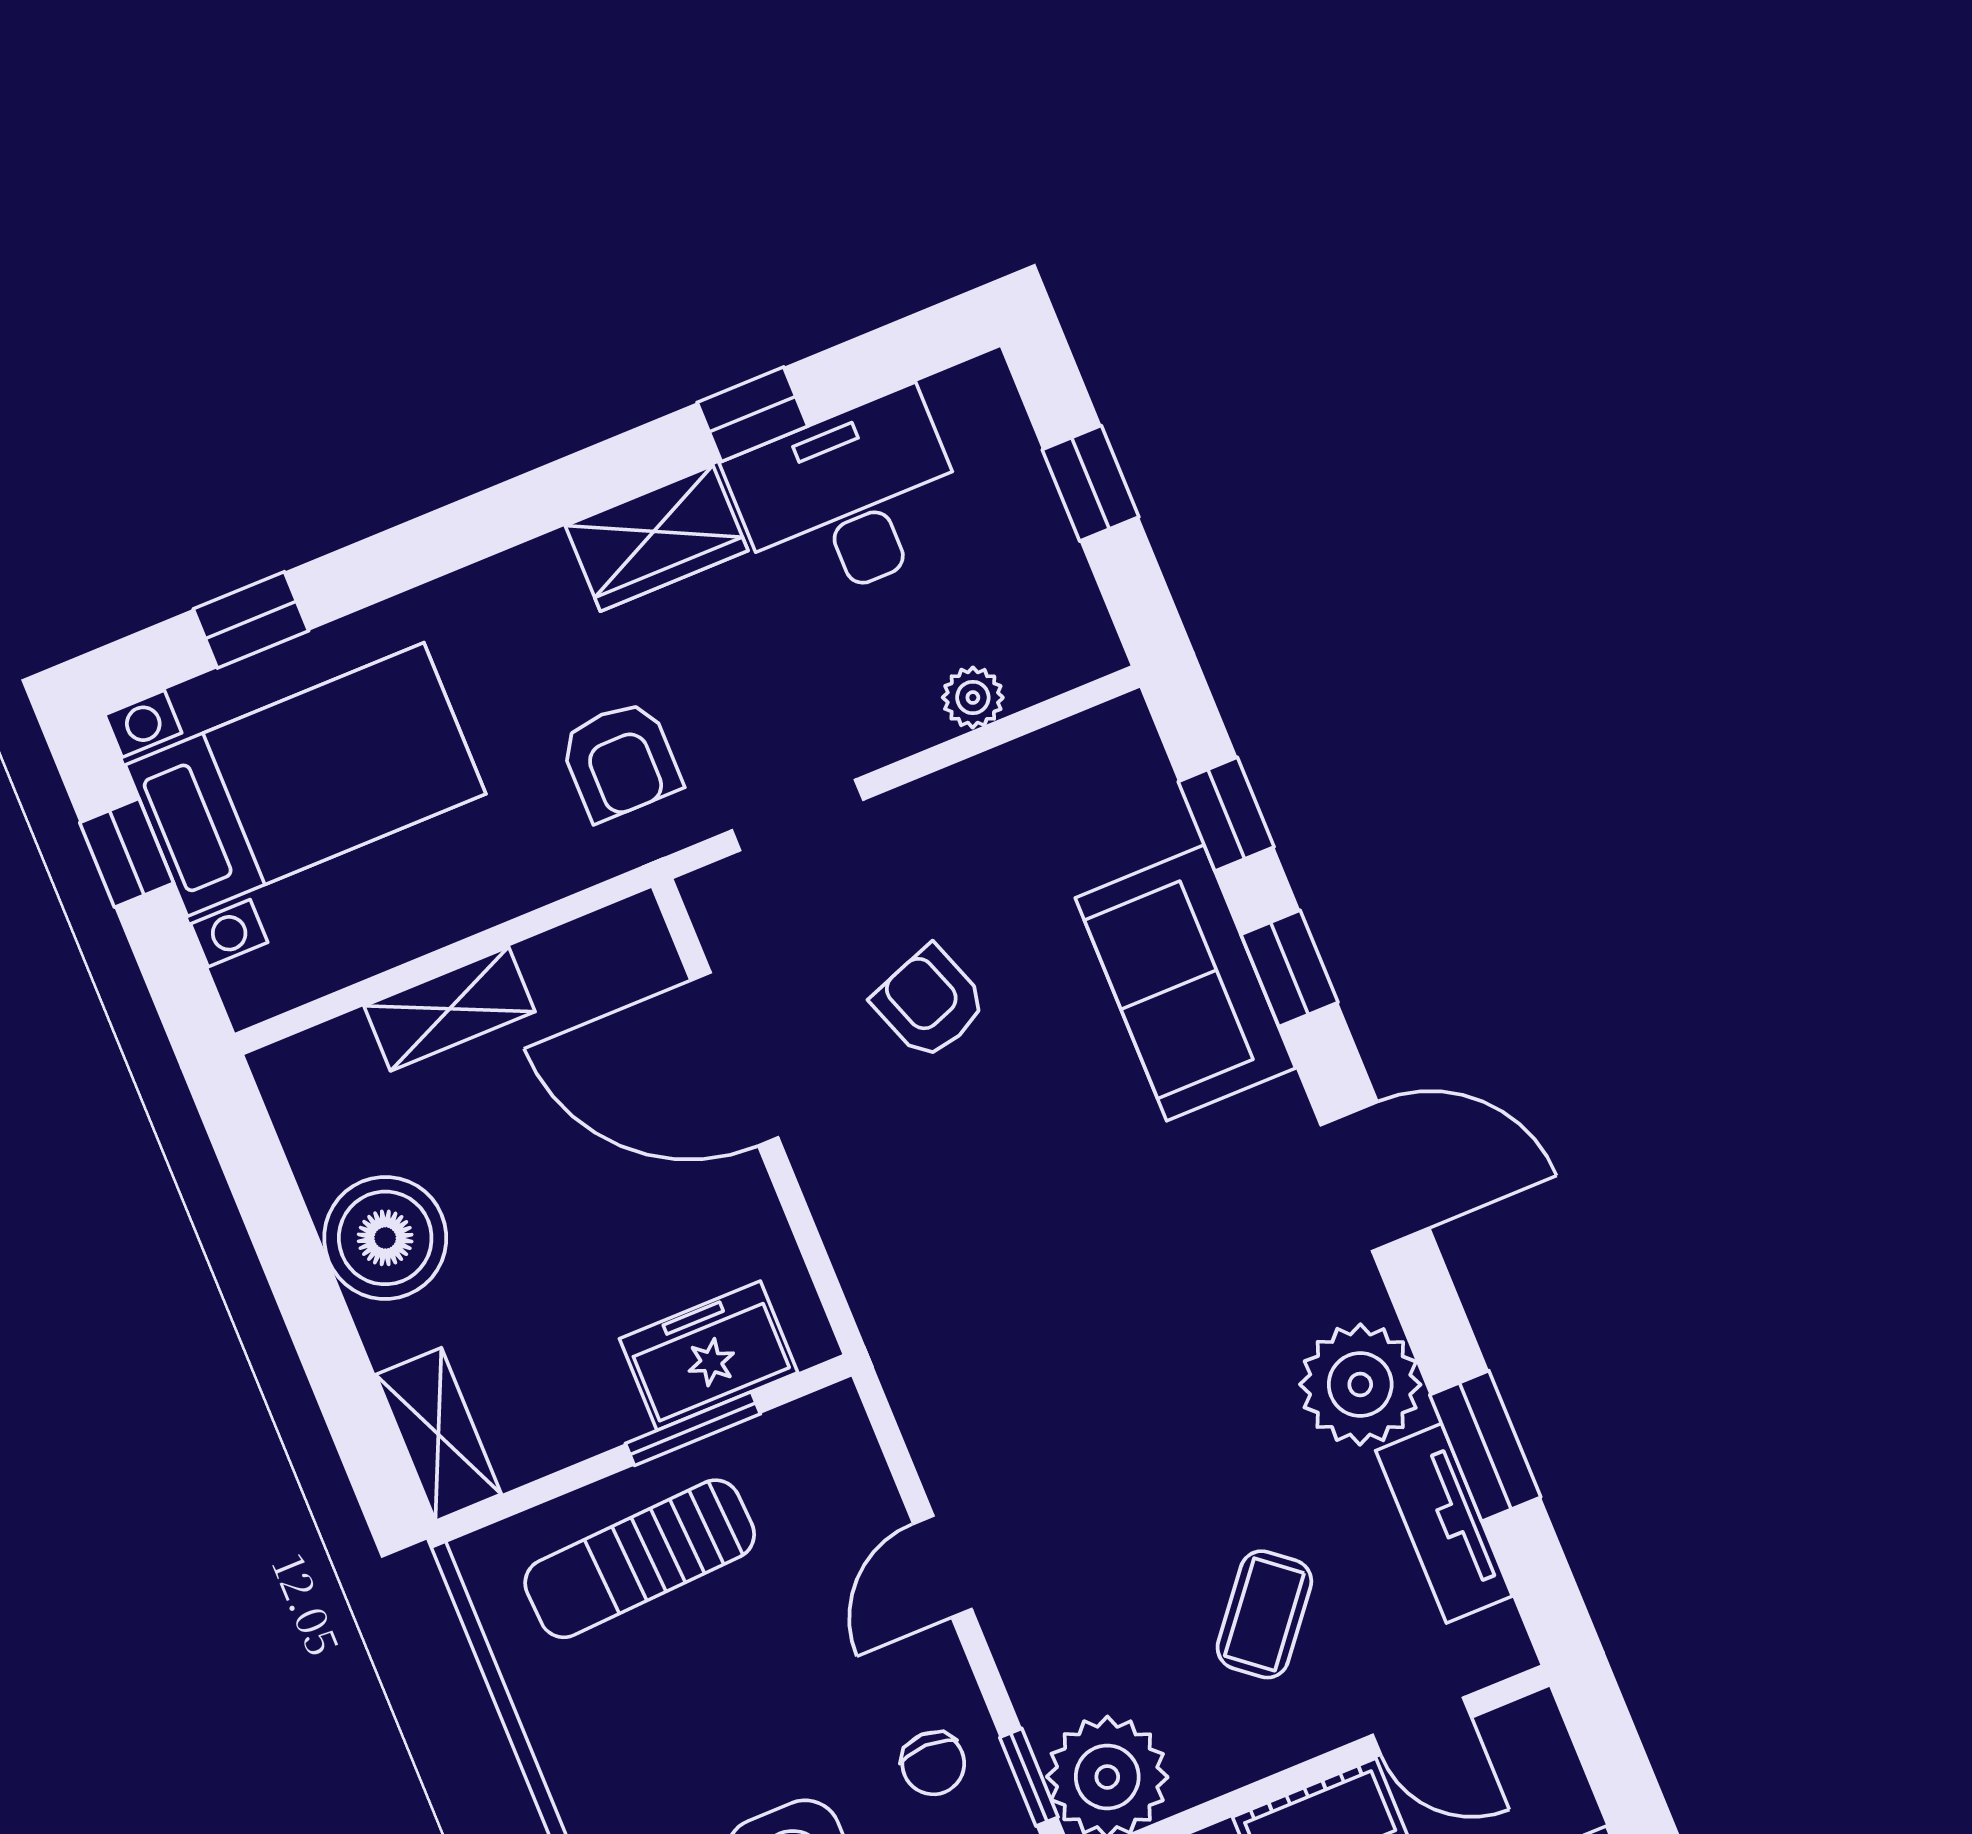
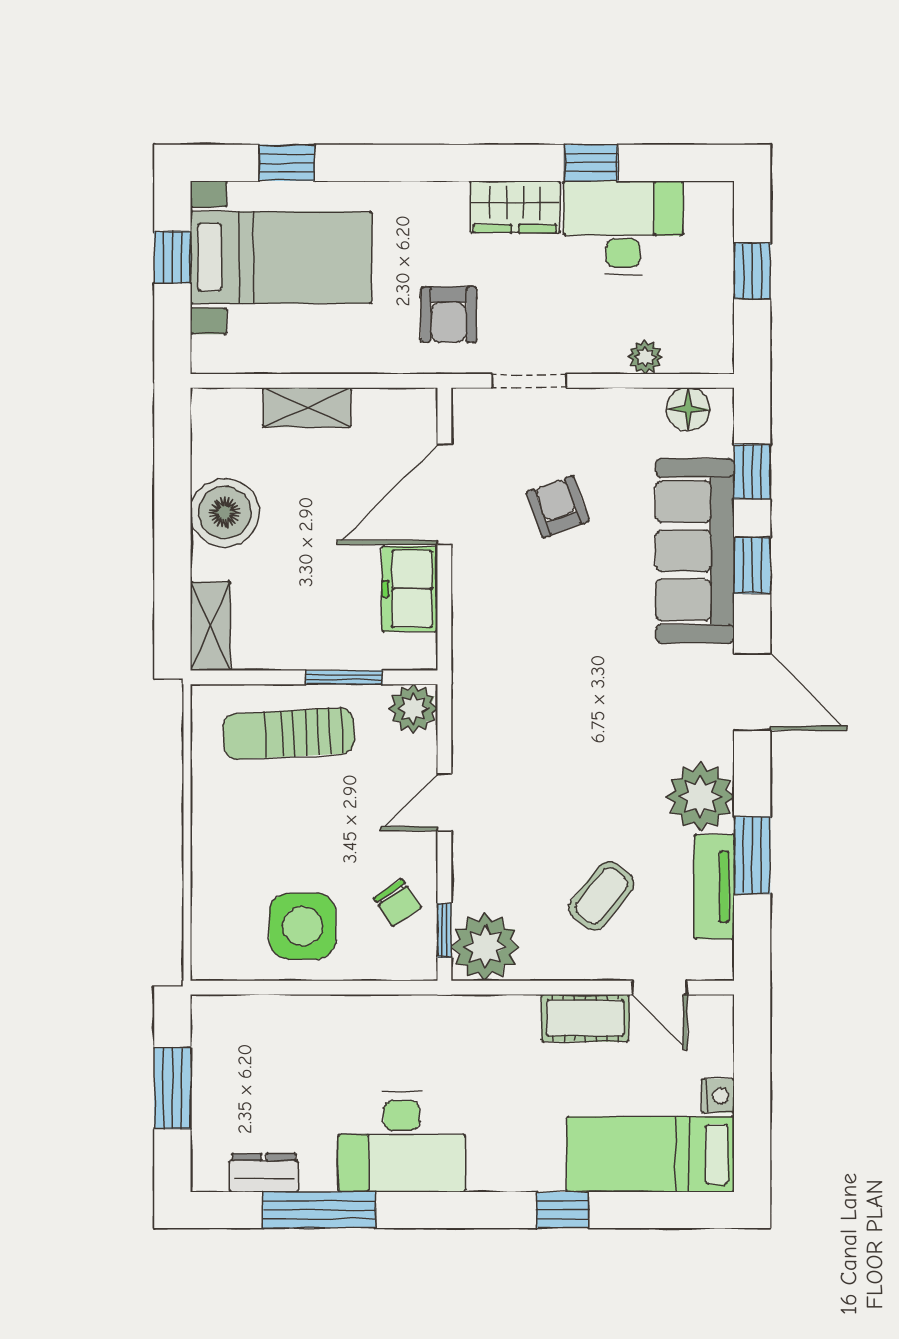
floor lamp: (1078, 754) -> (688, 409), added
sofa: (1185, 983) -> (695, 551), width x1.36
door: (734, 1059) -> (444, 494), hinge flipped
freezer: (709, 1356) -> (410, 589), moved, turned -90
plant: (828, 1433) -> (413, 708), added
chair: (933, 1763) -> (398, 903), turned -34

